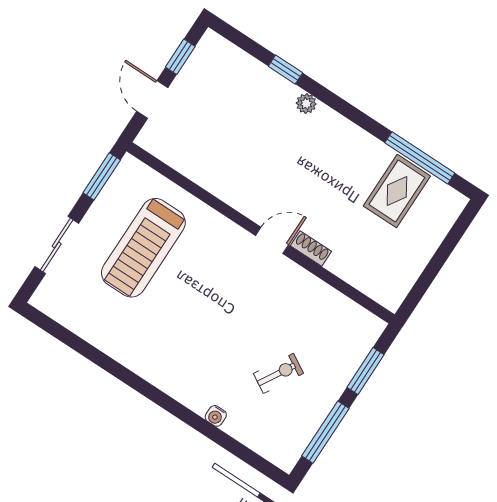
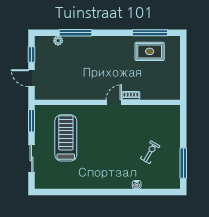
window: (285, 70) -> (76, 33), width x2.17
plant: (306, 104) -> (58, 41), moved
rug: (397, 191) -> (150, 51), turned 90
treadmill: (143, 248) -> (66, 138), turned 180
window: (366, 371) -> (183, 129), removed

